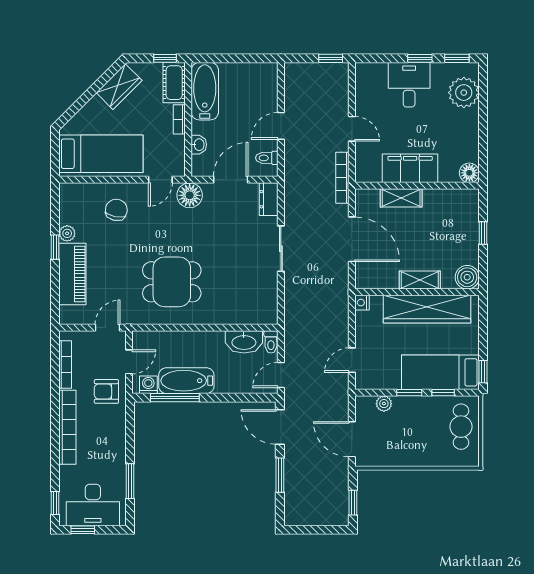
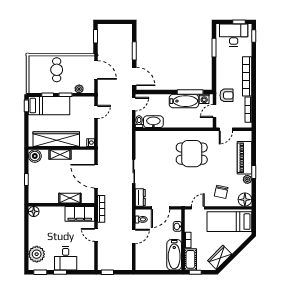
filing cabinet: (410, 168) -> (80, 214), moved
floor lamp: (190, 195) -> (245, 200), moved
cafe table: (461, 427) -> (57, 70), moved

